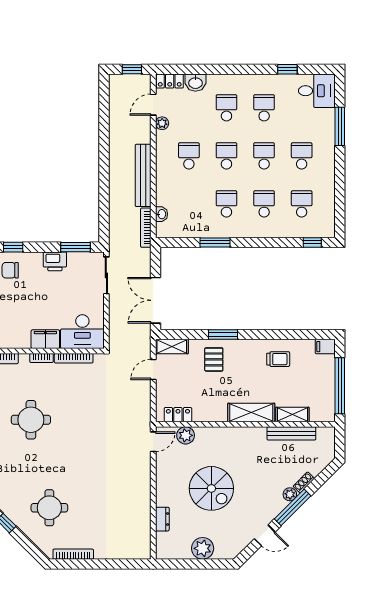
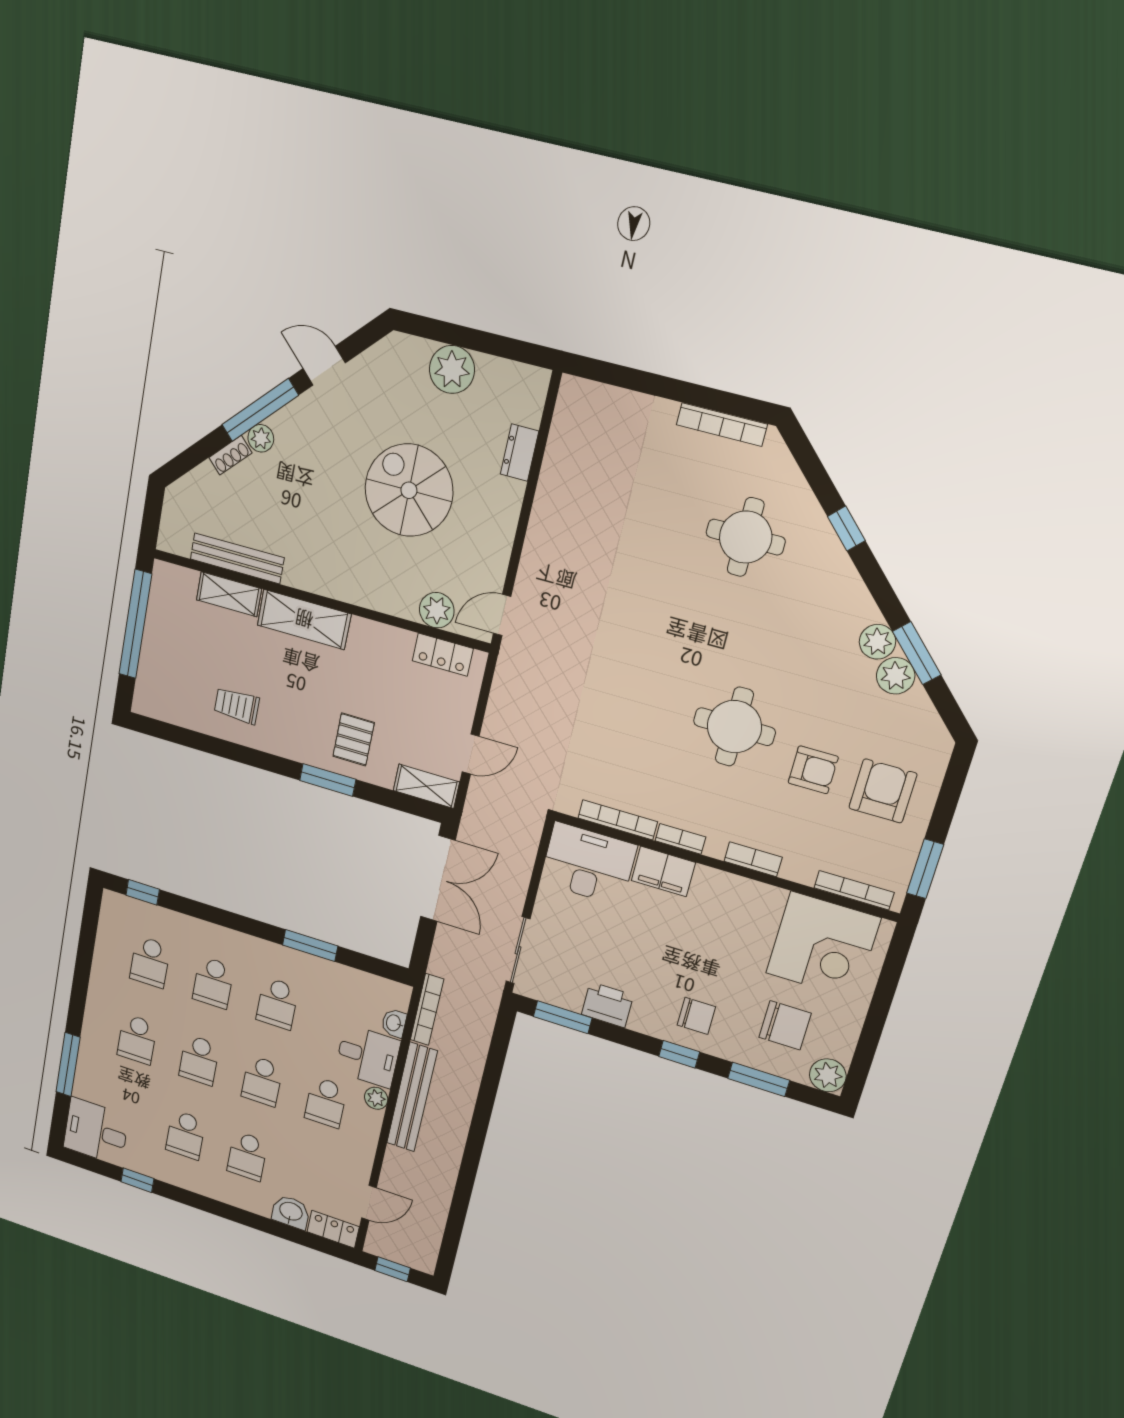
plant: (162, 123) -> (376, 1098), moved
desk: (172, 191) -> (368, 1056), added
filing cabinet: (325, 347) -> (150, 704), removed

